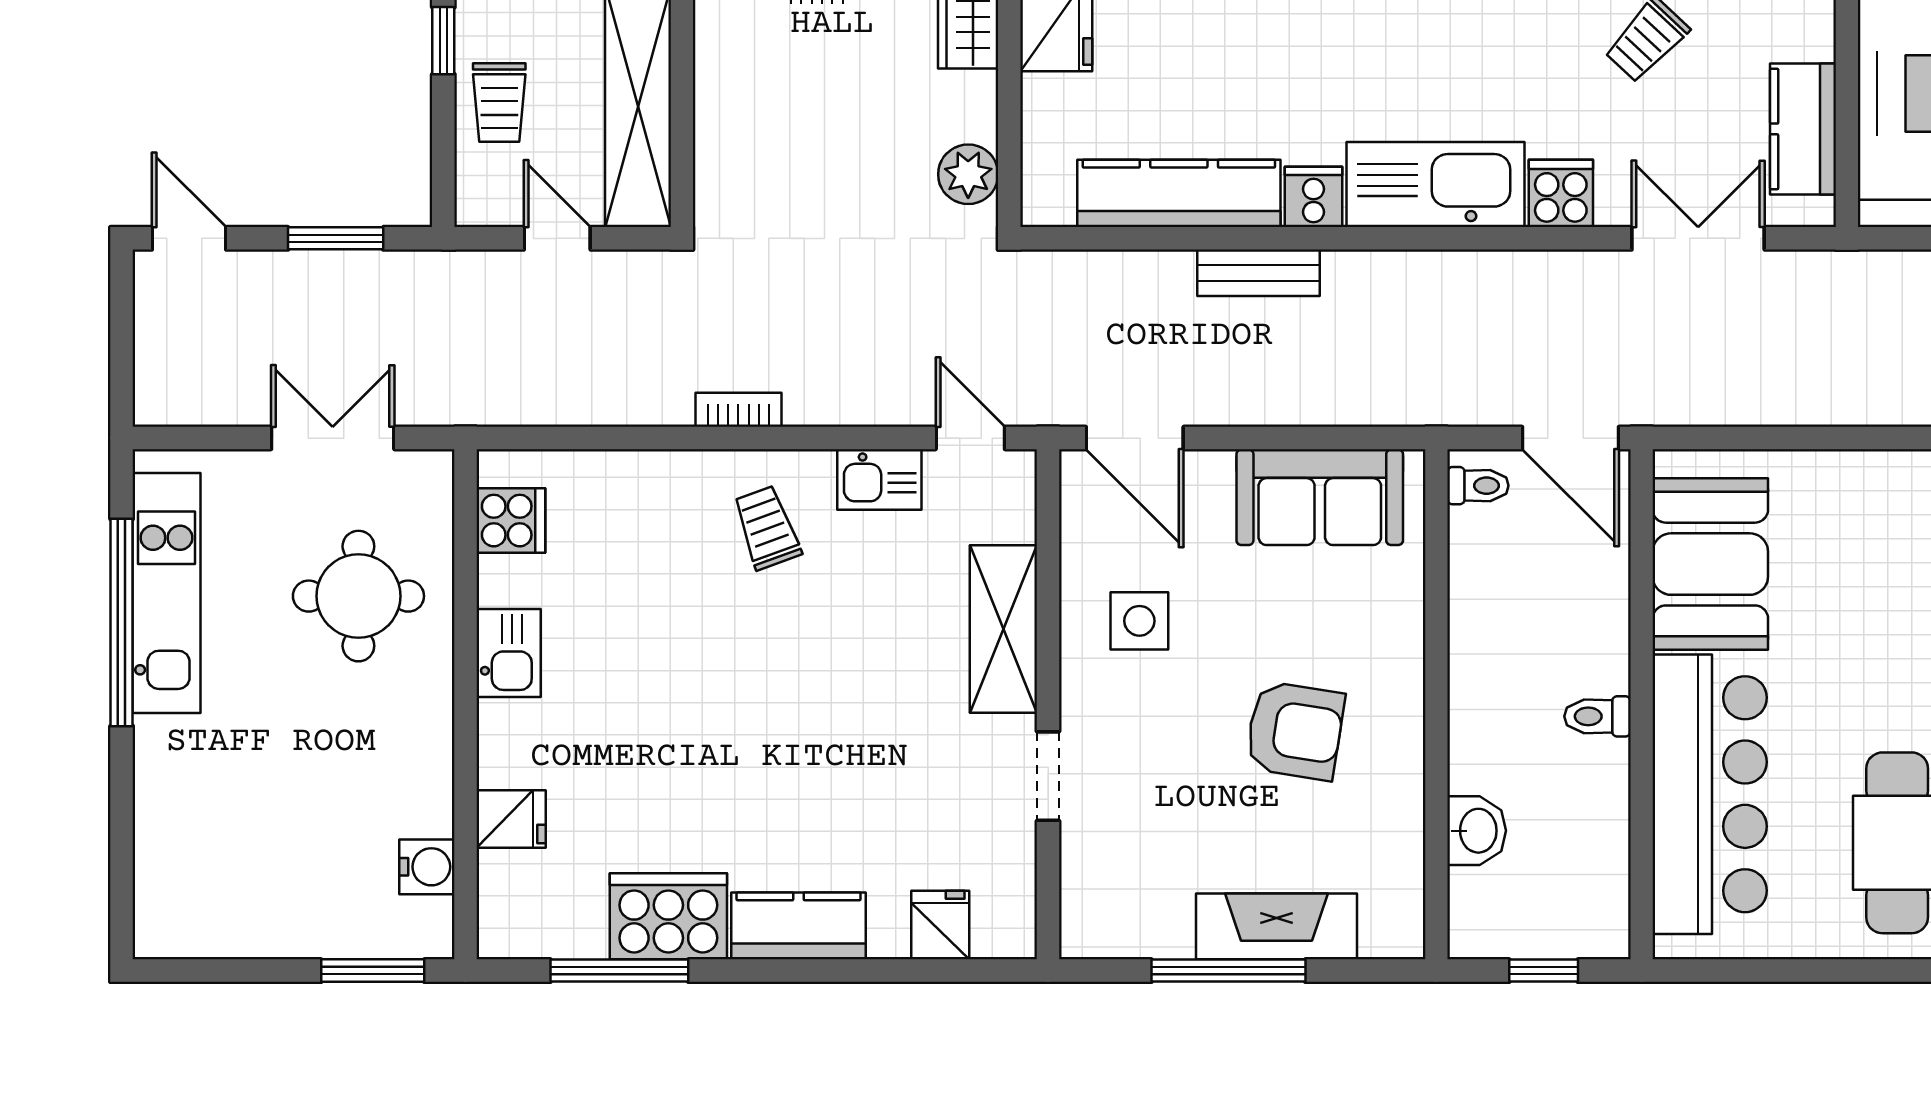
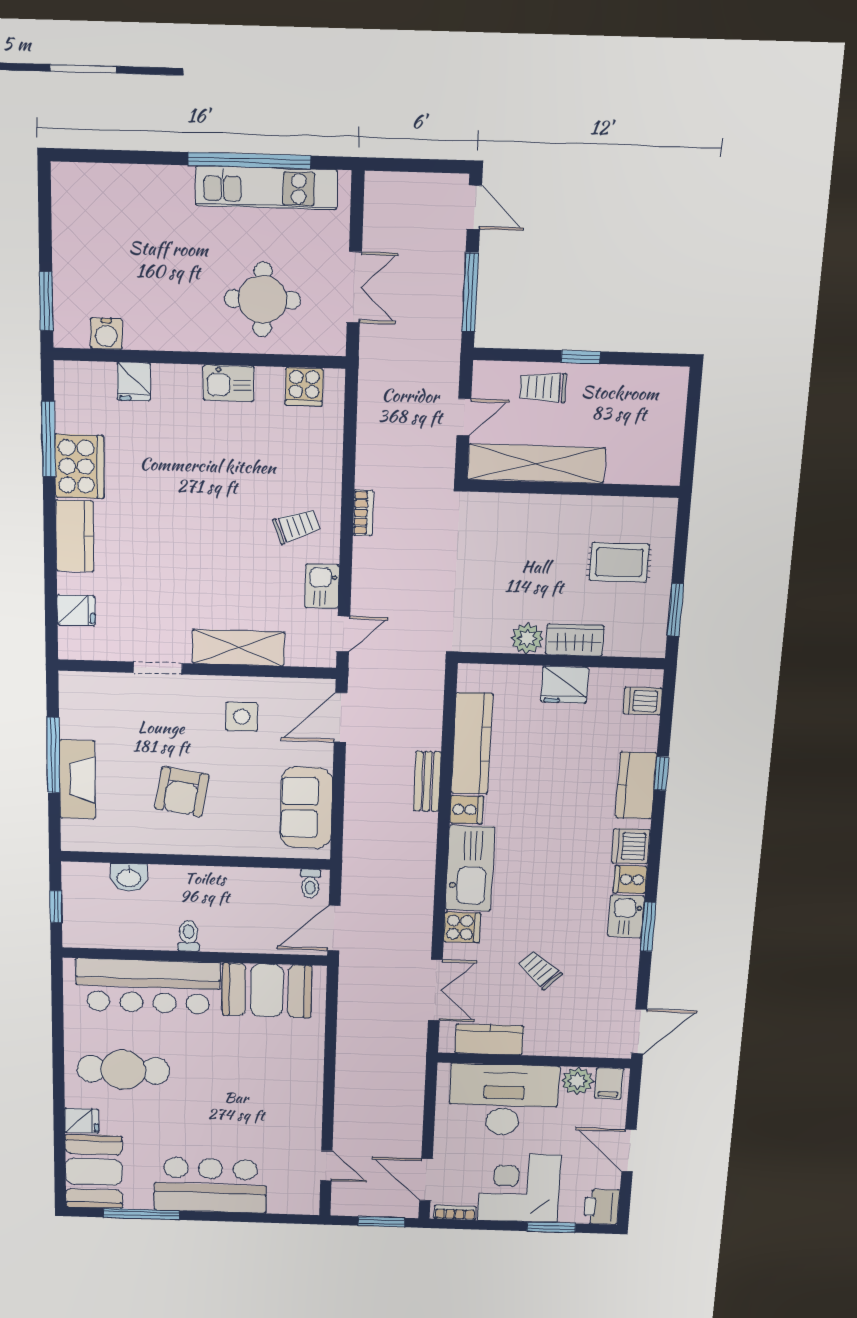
plant: (968, 174) -> (527, 638), moved
door: (189, 238) -> (474, 207), hinge flipped
window: (336, 238) -> (470, 292), width x1.44

